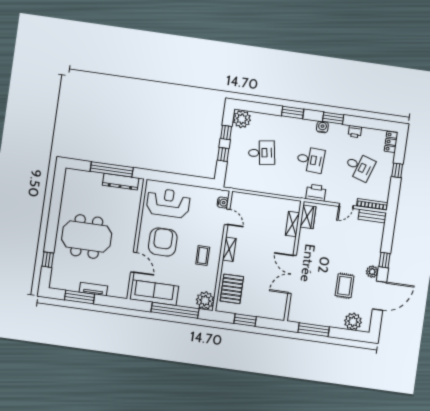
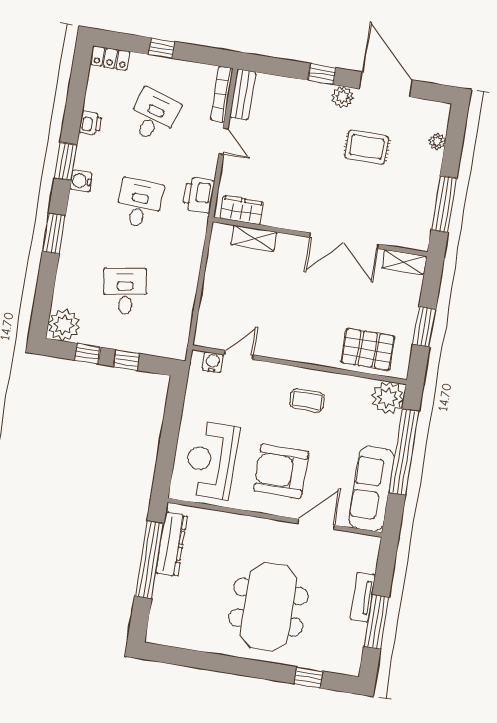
shelving: (229, 249) -> (404, 262), moved
plant: (353, 322) -> (437, 142), width x0.53, depth x0.53

